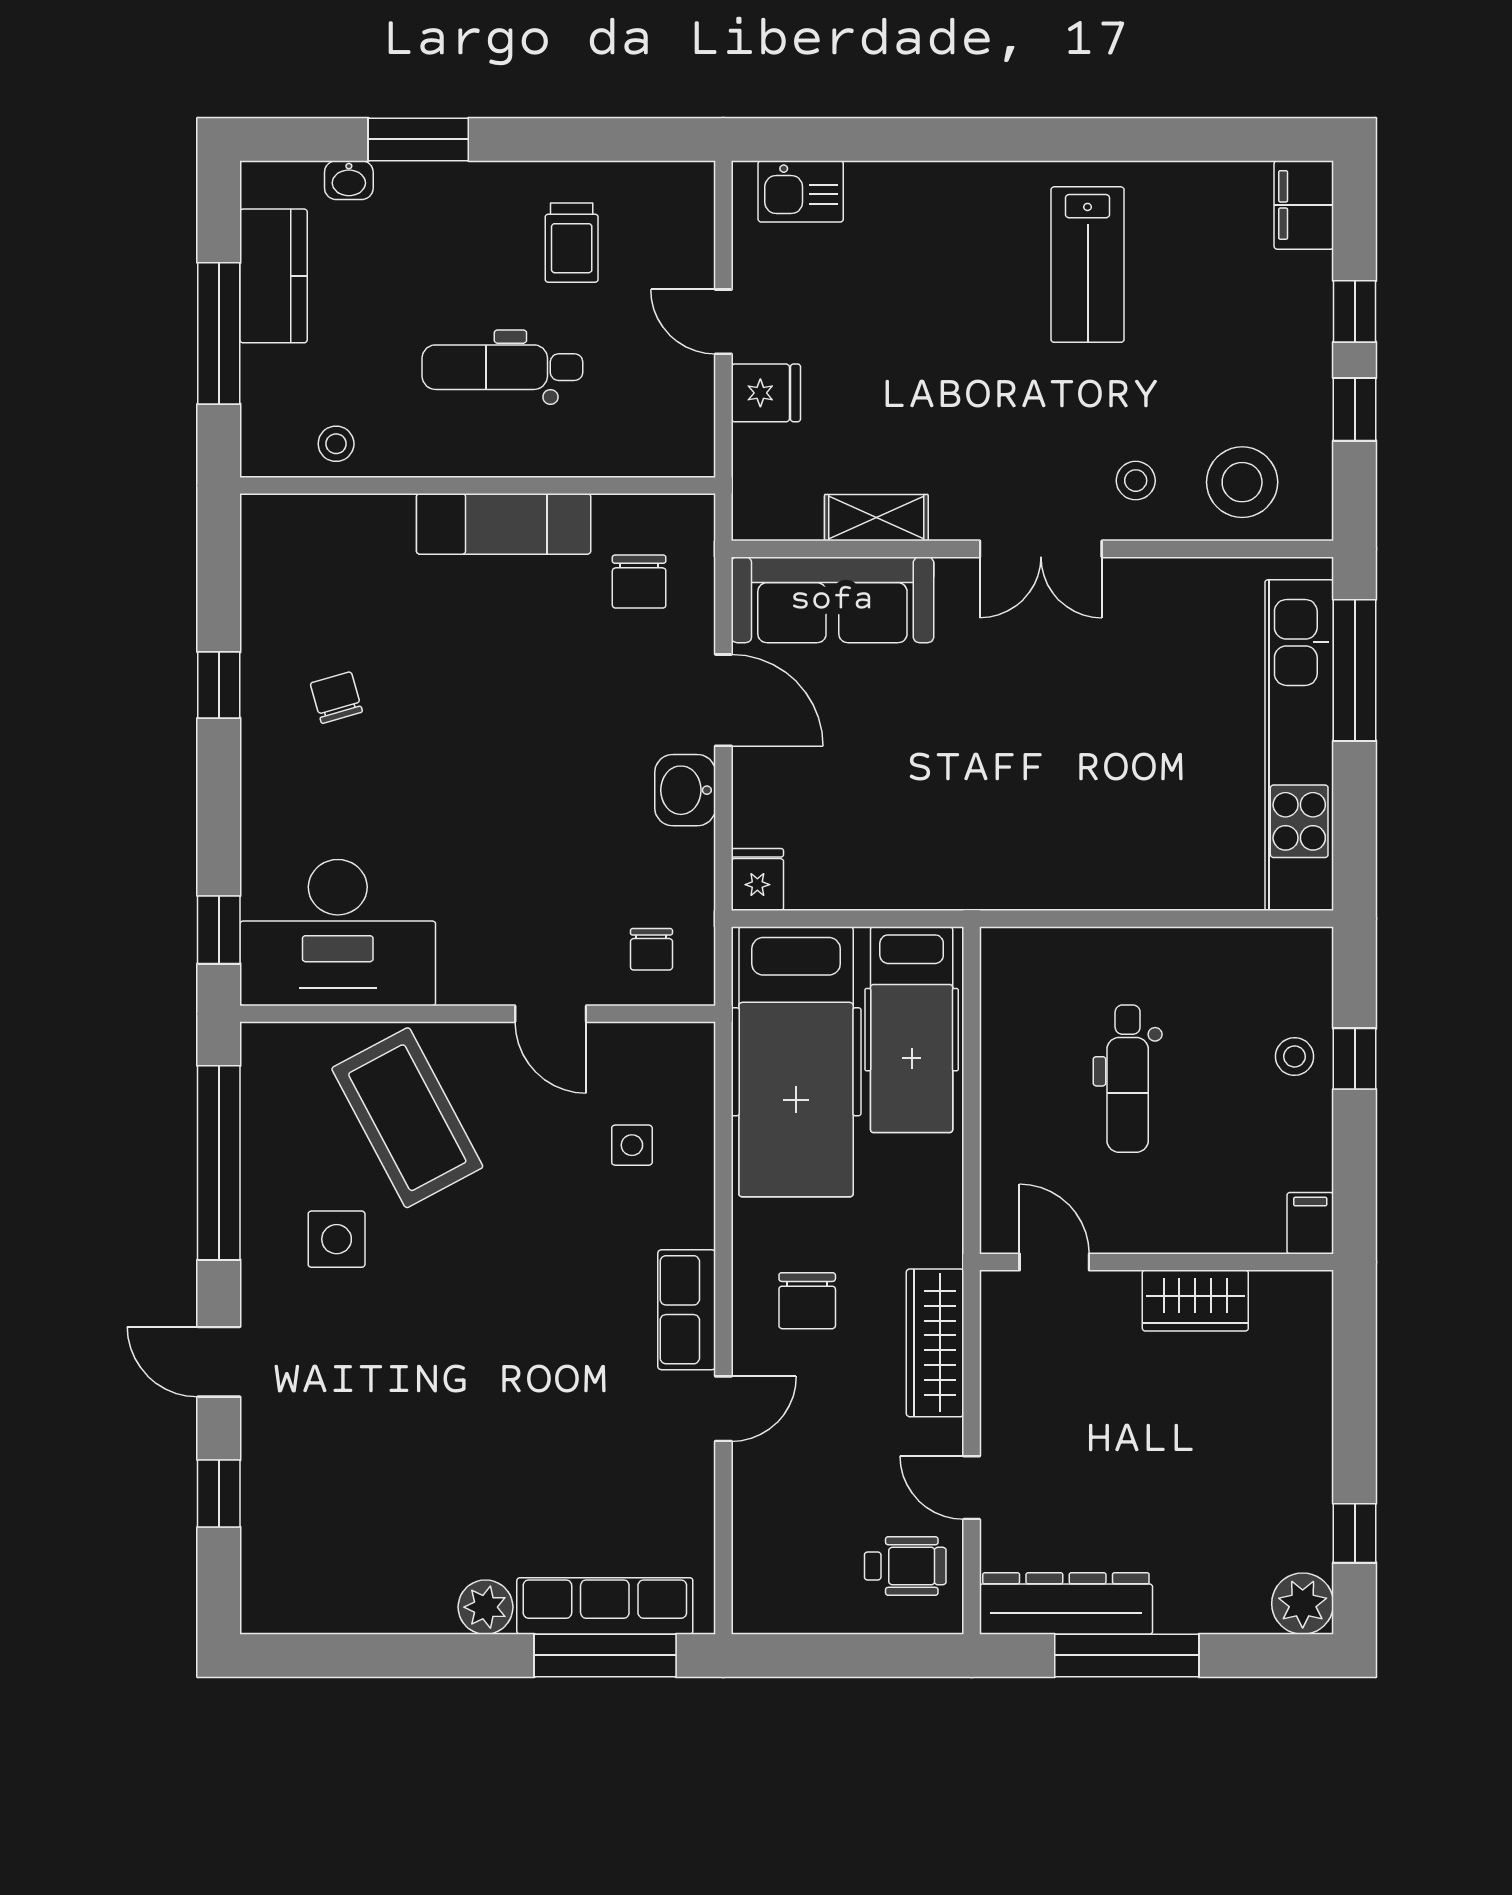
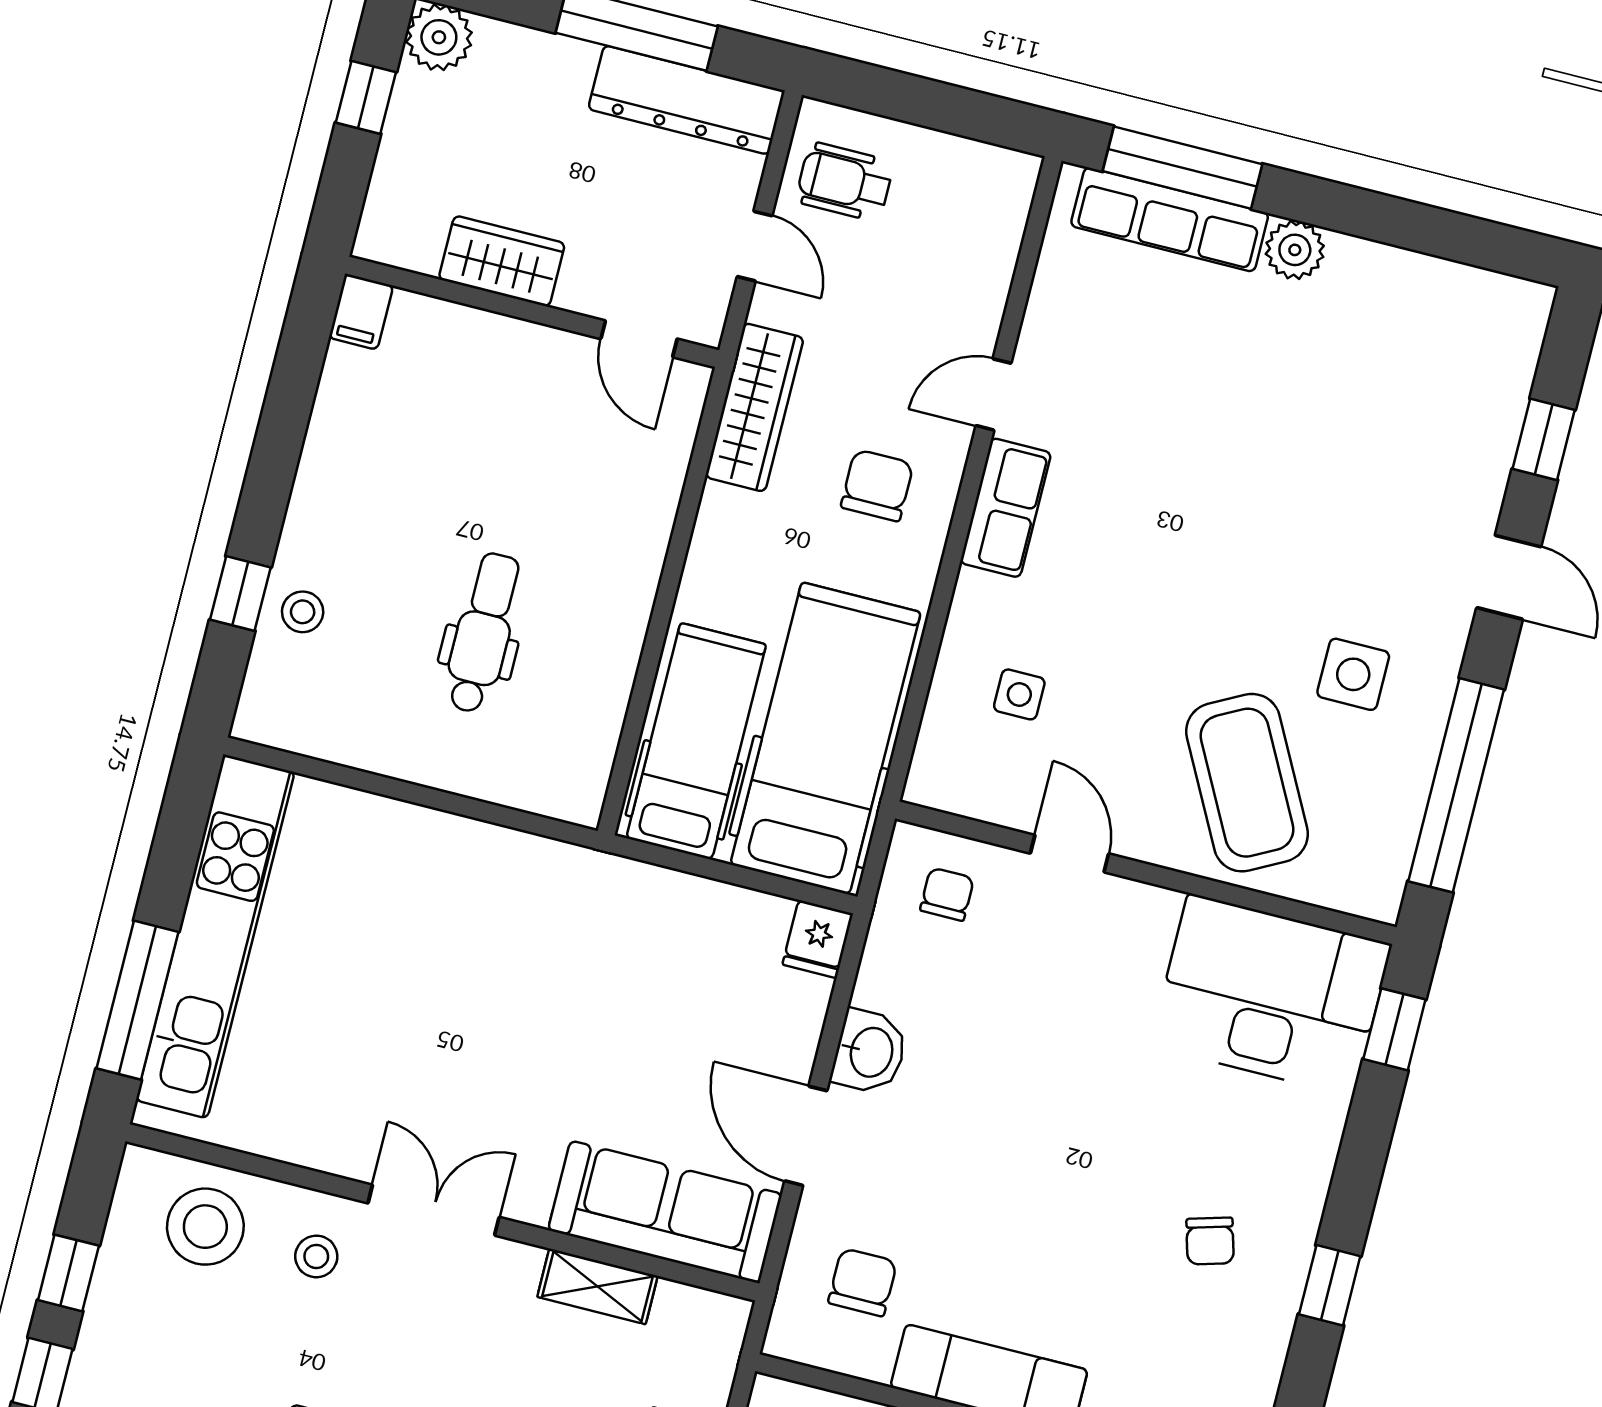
filing cabinet: (1310, 1223) -> (361, 312), moved
door: (1054, 1262) -> (639, 339), moved
wall: (1156, 1262) -> (532, 312), moved
wardrobe: (1195, 1301) -> (502, 261), moved

